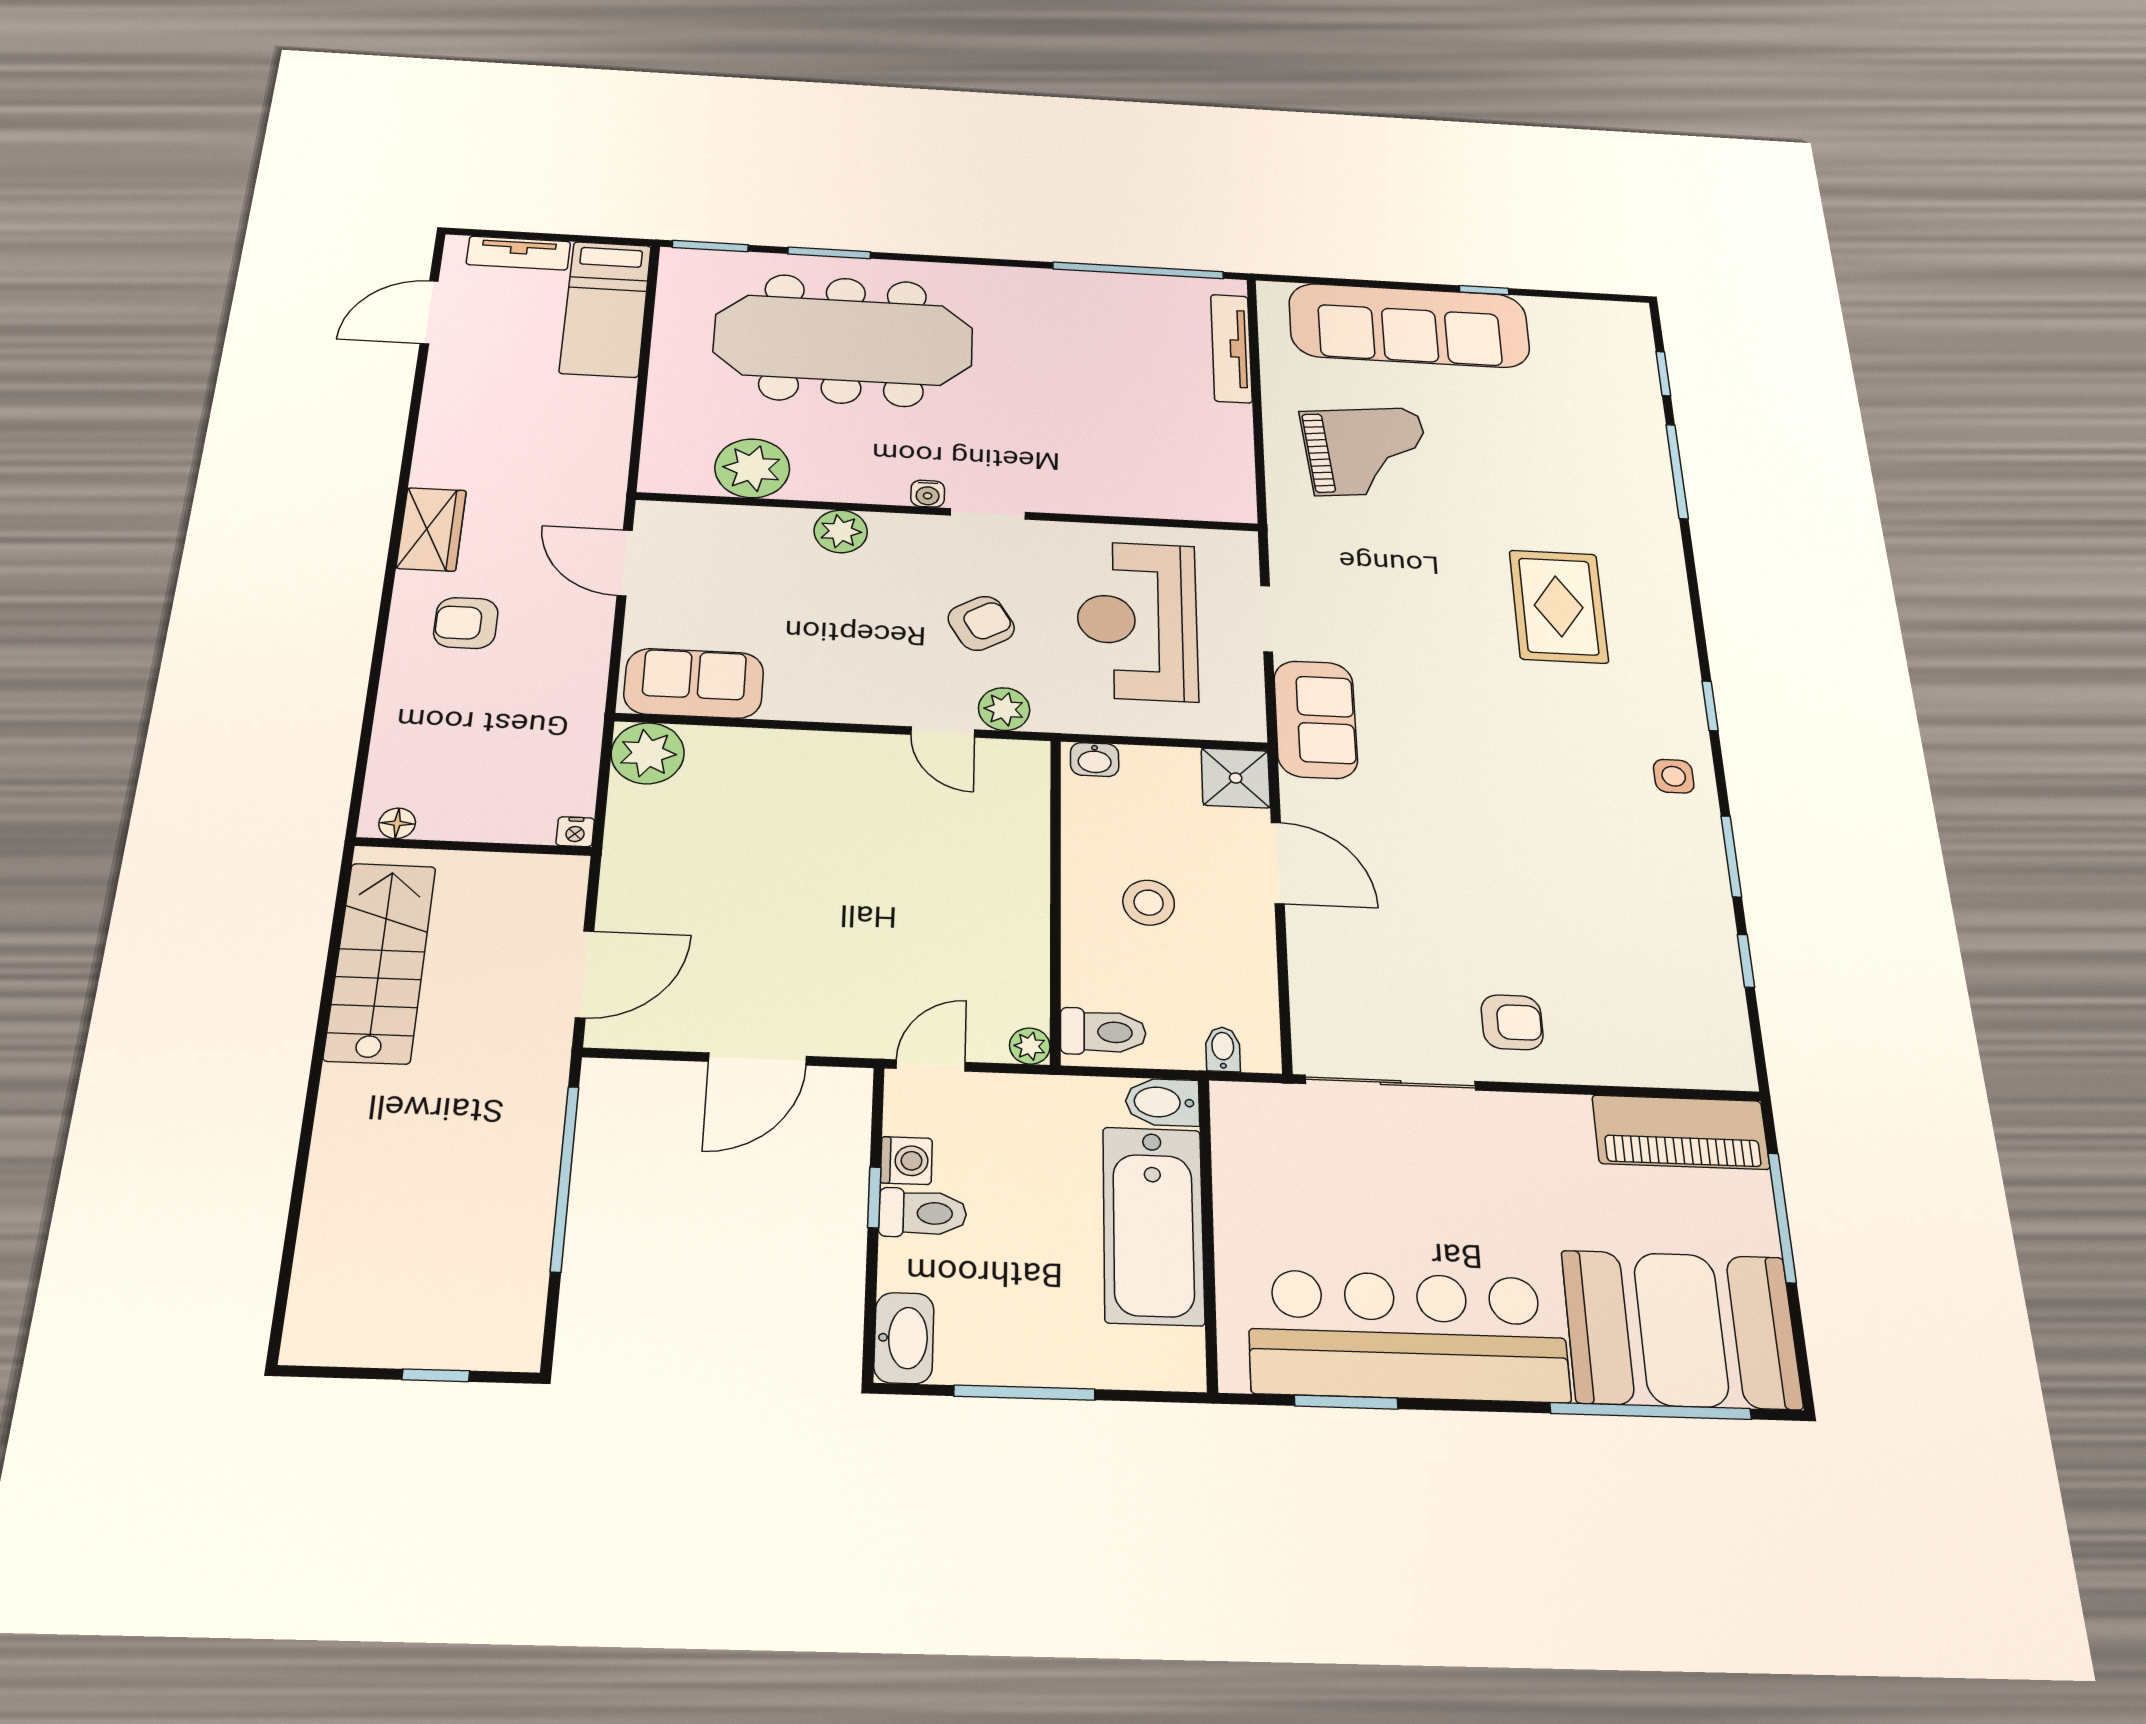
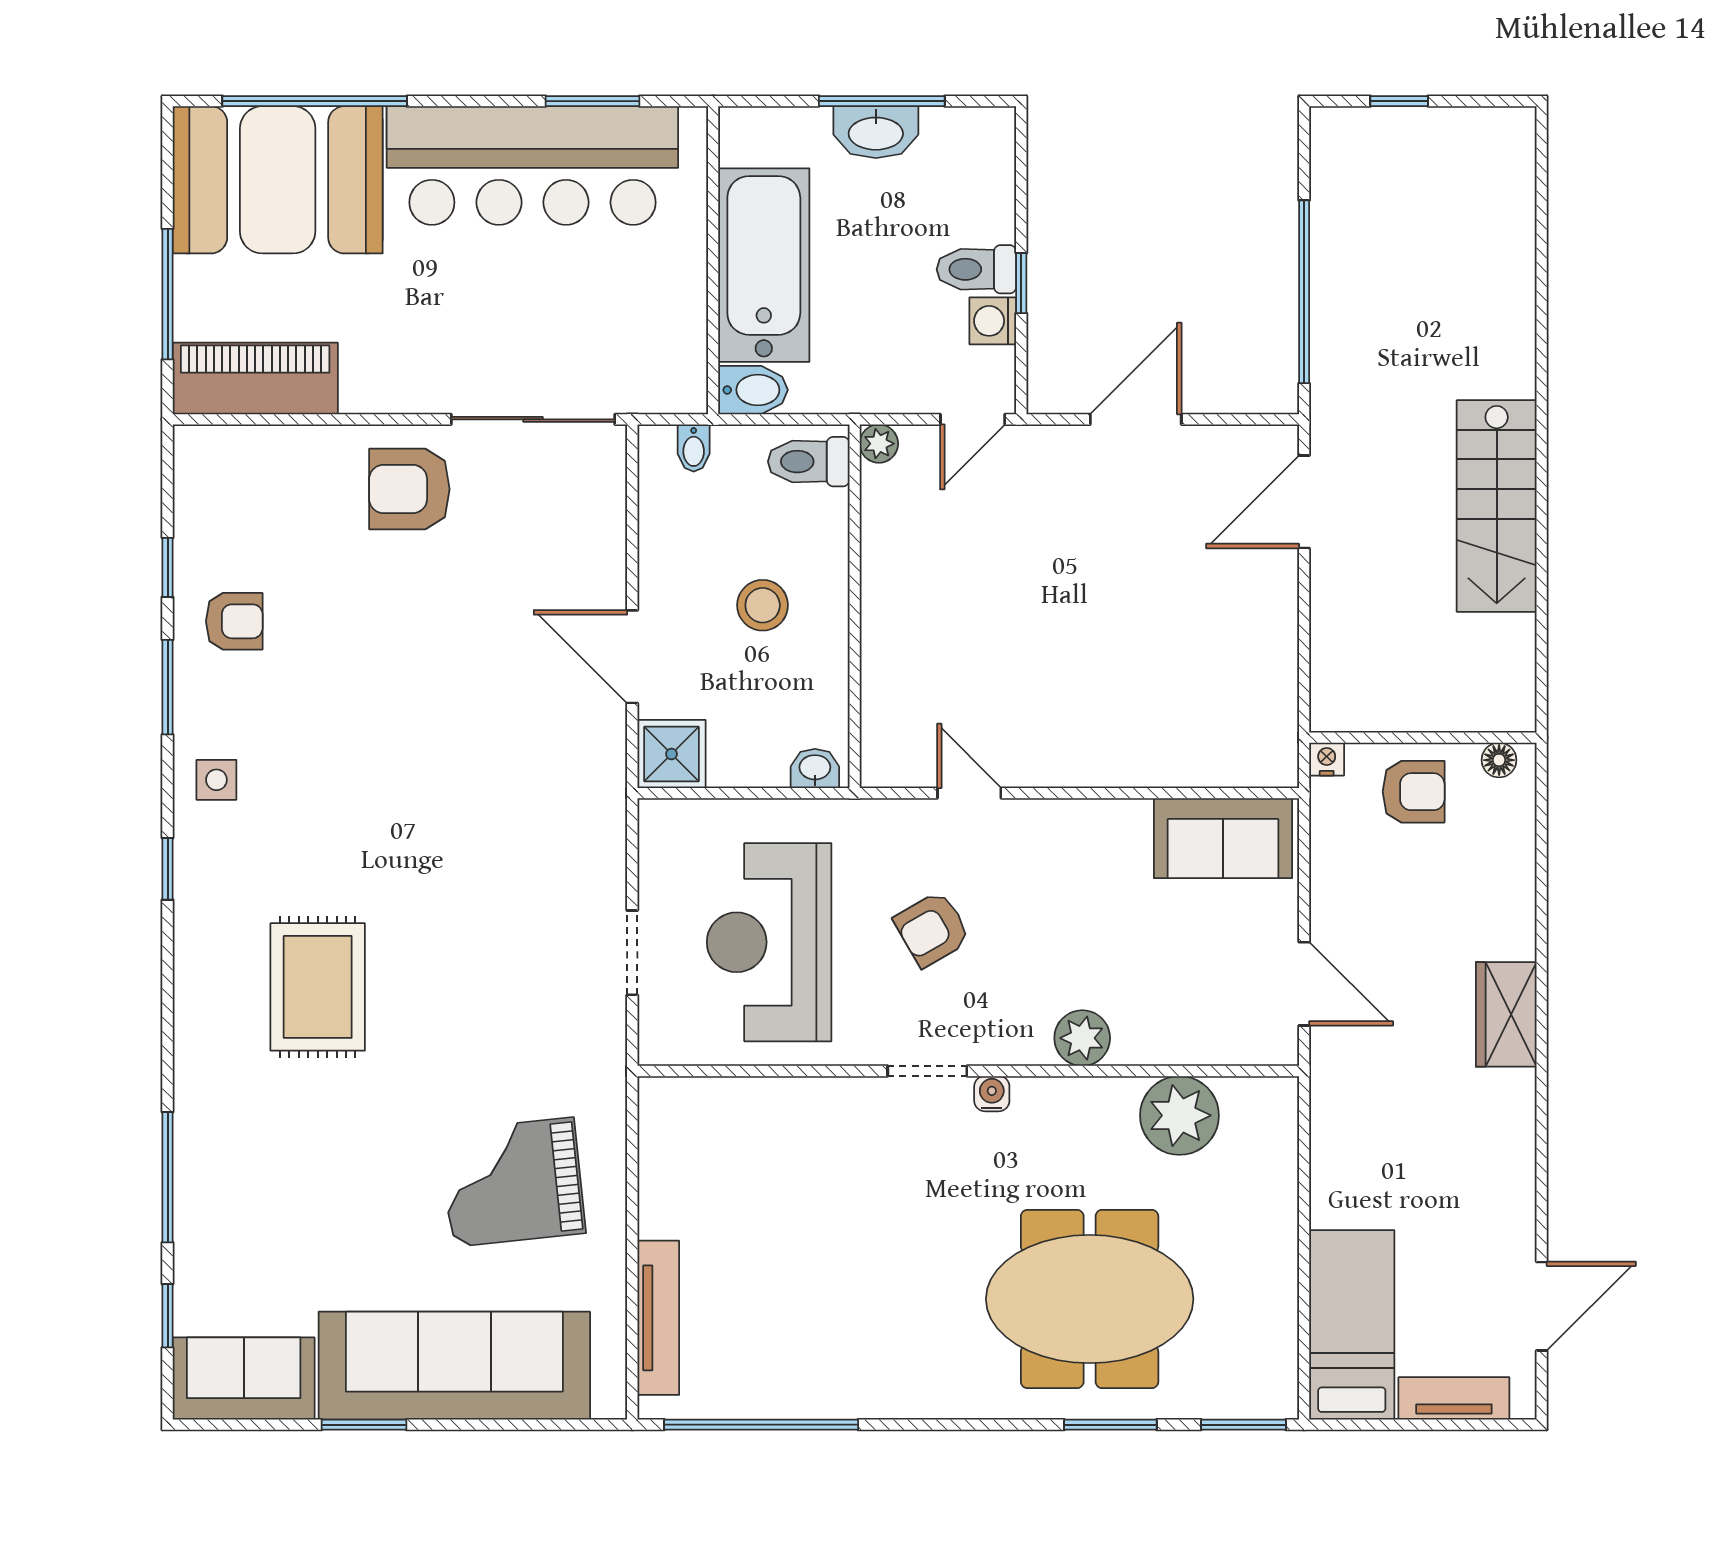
window: (1484, 290) -> (364, 1425), width x1.50
meeting table: (843, 340) -> (1090, 1299), width x0.73
reception desk: (1137, 620) -> (769, 942), turned 180
armchair: (466, 623) -> (1414, 792), moved
plant: (1004, 709) -> (907, 824), removed
sofa: (1316, 719) -> (244, 1378), moved, turned 90
plant: (648, 753) -> (1263, 752), removed
floor lamp: (397, 823) -> (1499, 760), moved
nightstand: (575, 832) -> (1327, 759), moved
wall: (474, 847) -> (1423, 738), moved
armchair: (1674, 910) -> (234, 621), added
armchair: (1512, 1022) -> (409, 489), width x1.38, depth x1.38
washbasin: (904, 1338) -> (876, 132), moved, turned -90

